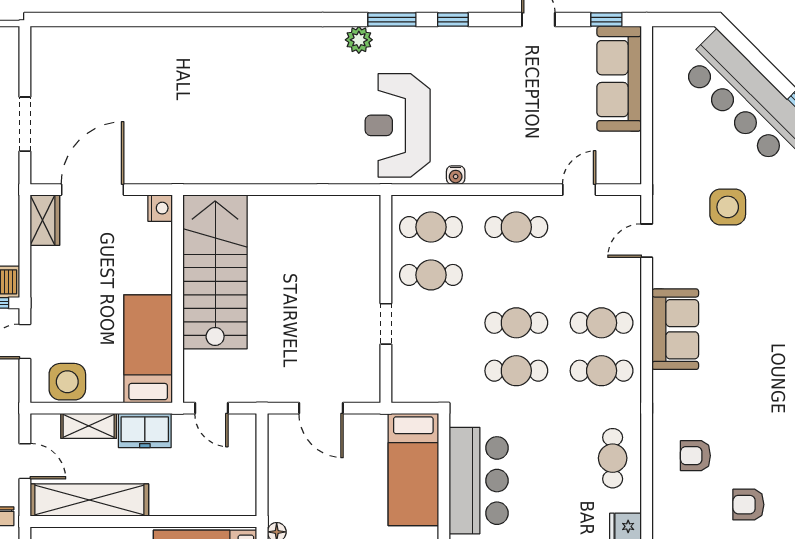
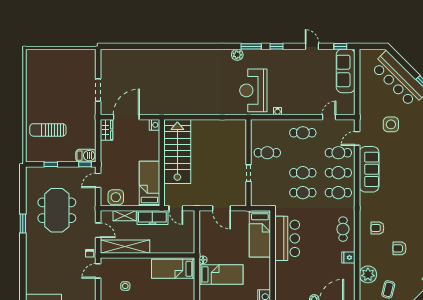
cafe table: (431, 227) -> (338, 153), moved
sofa: (675, 329) -> (369, 169), width x1.36
freezer: (145, 431) -> (152, 218), width x1.40

